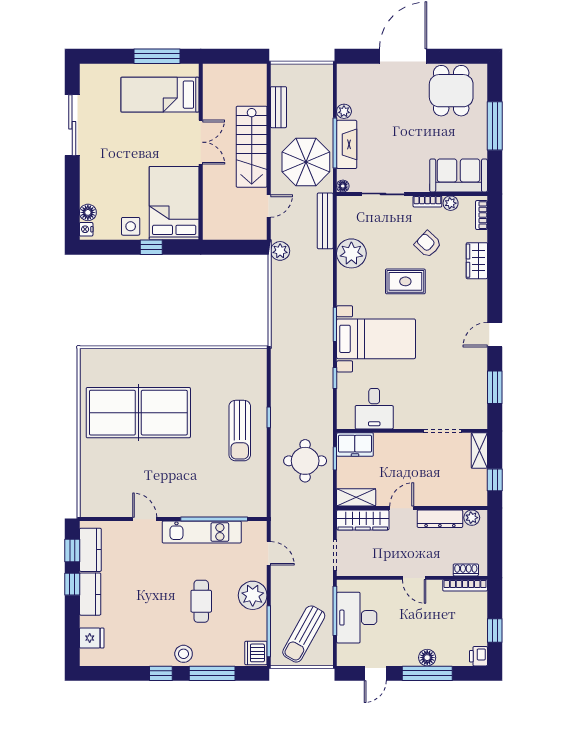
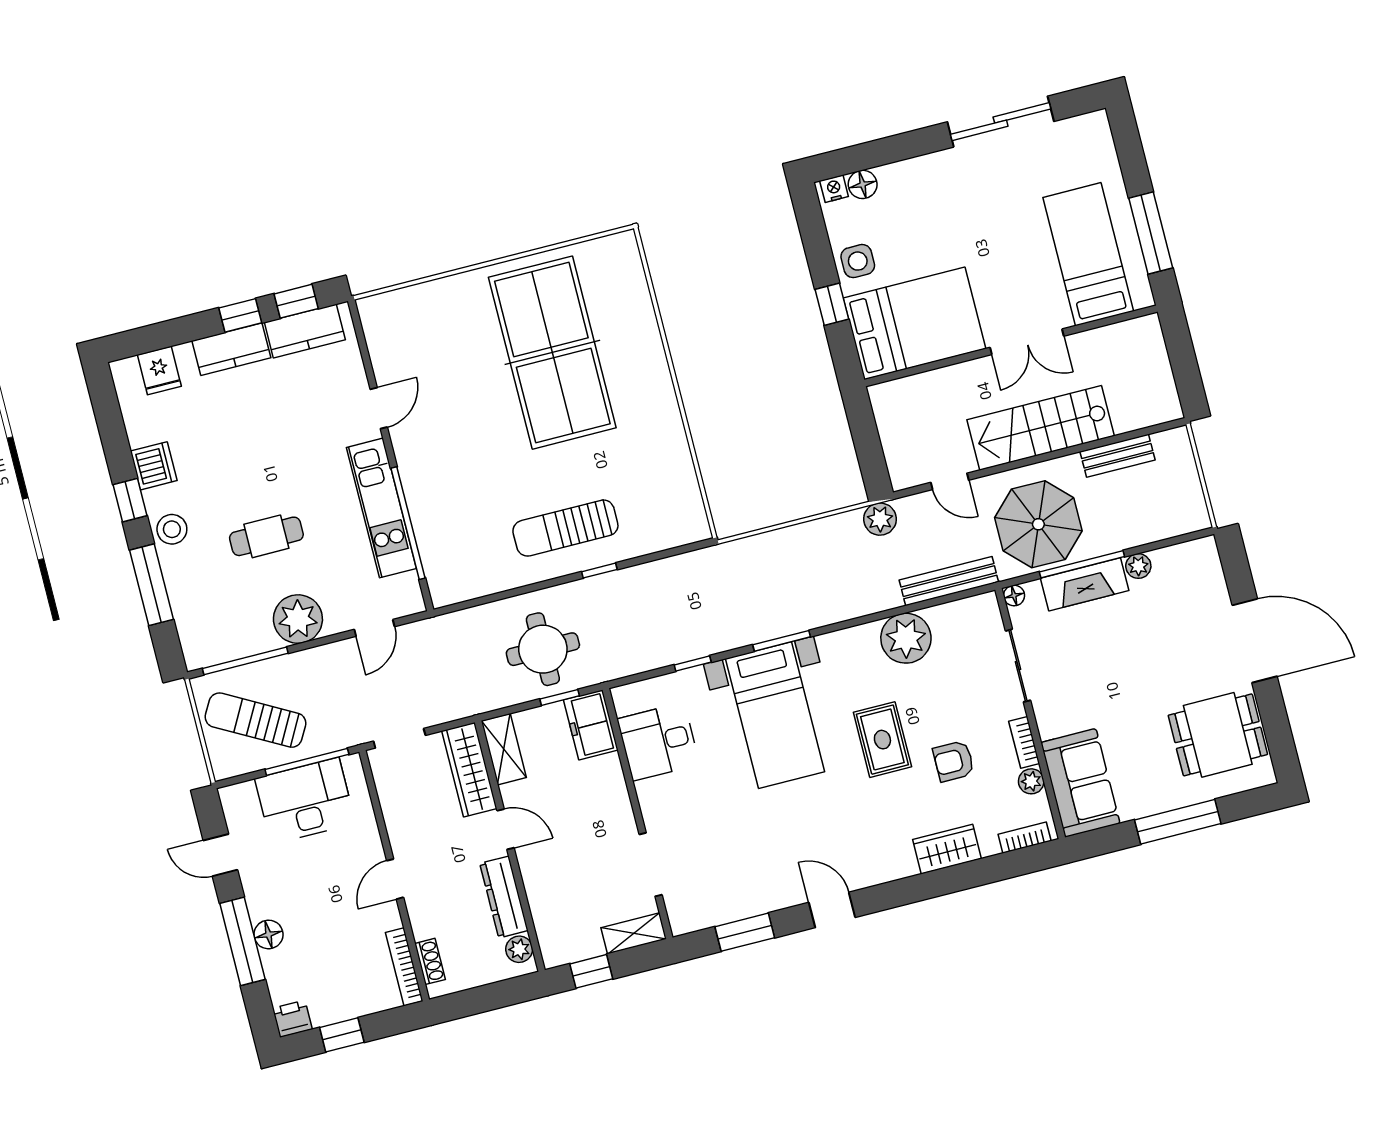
armchair: (428, 244) -> (954, 761), turned -133
dishwasher: (256, 653) -> (154, 466), moved, turned 90

